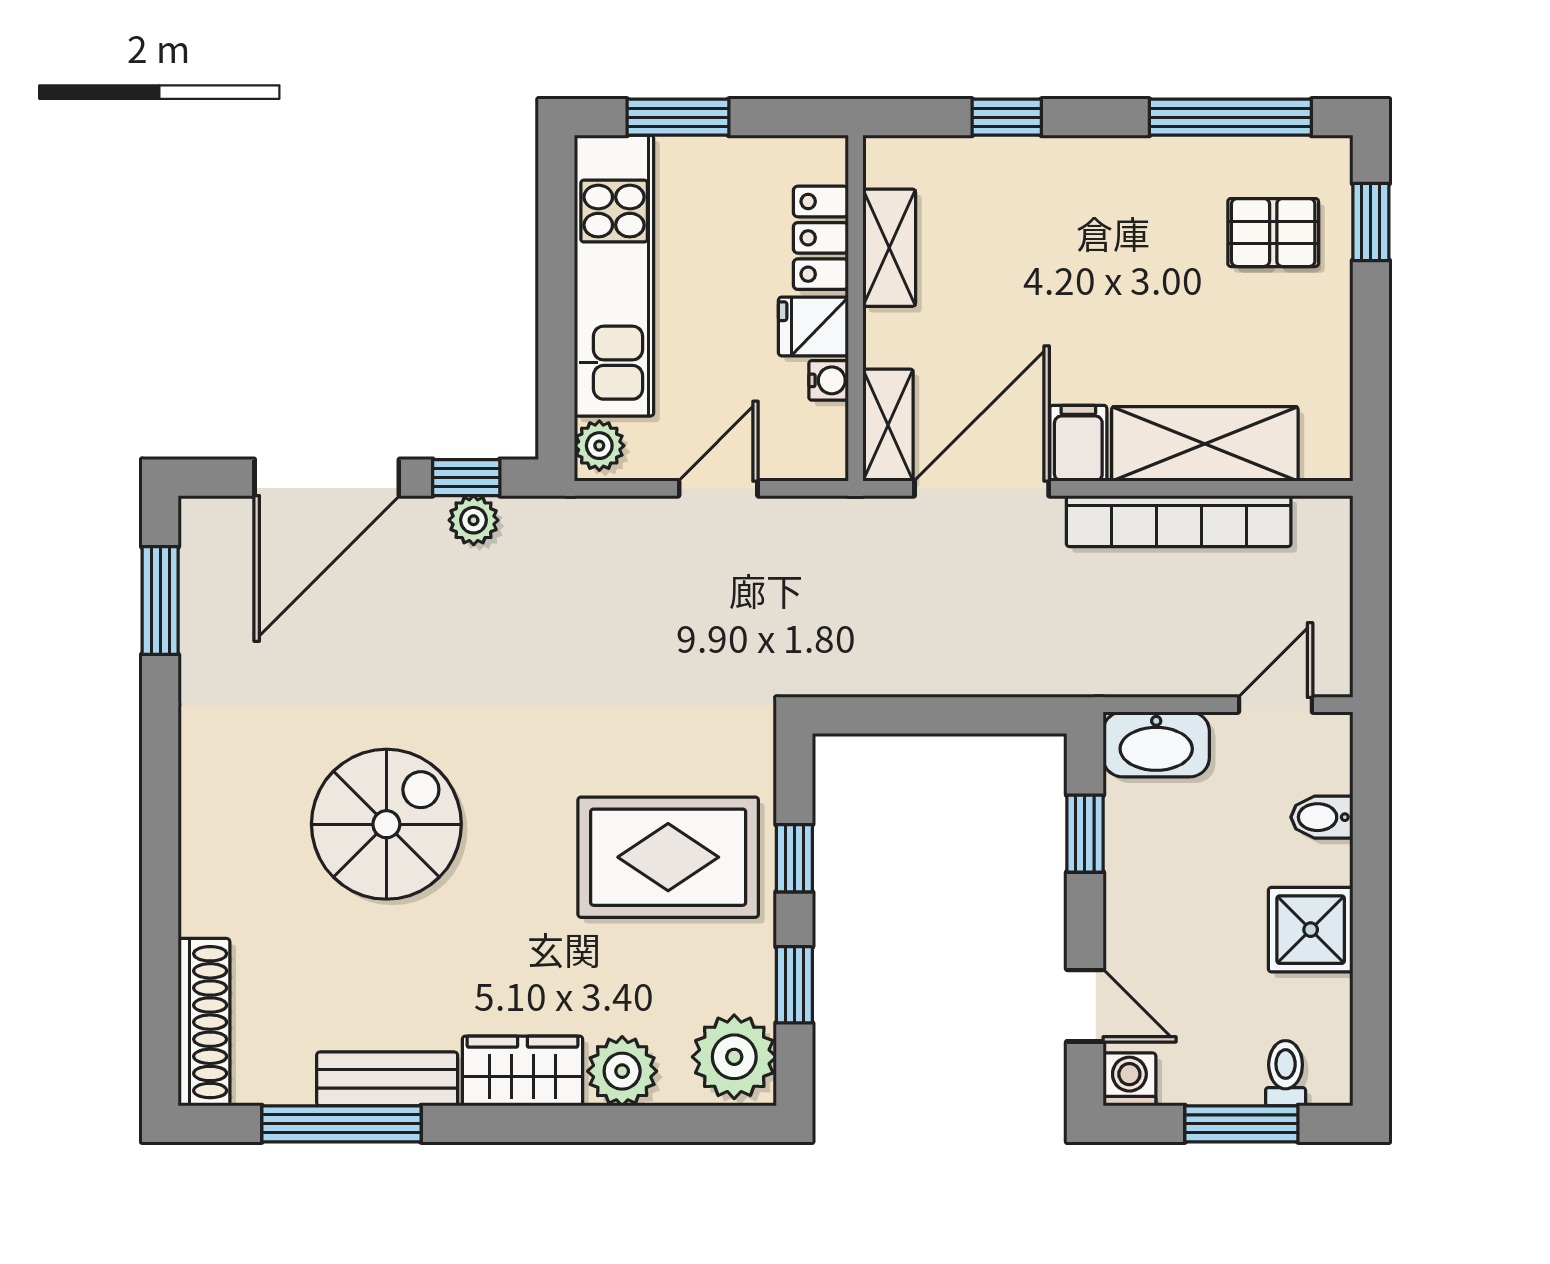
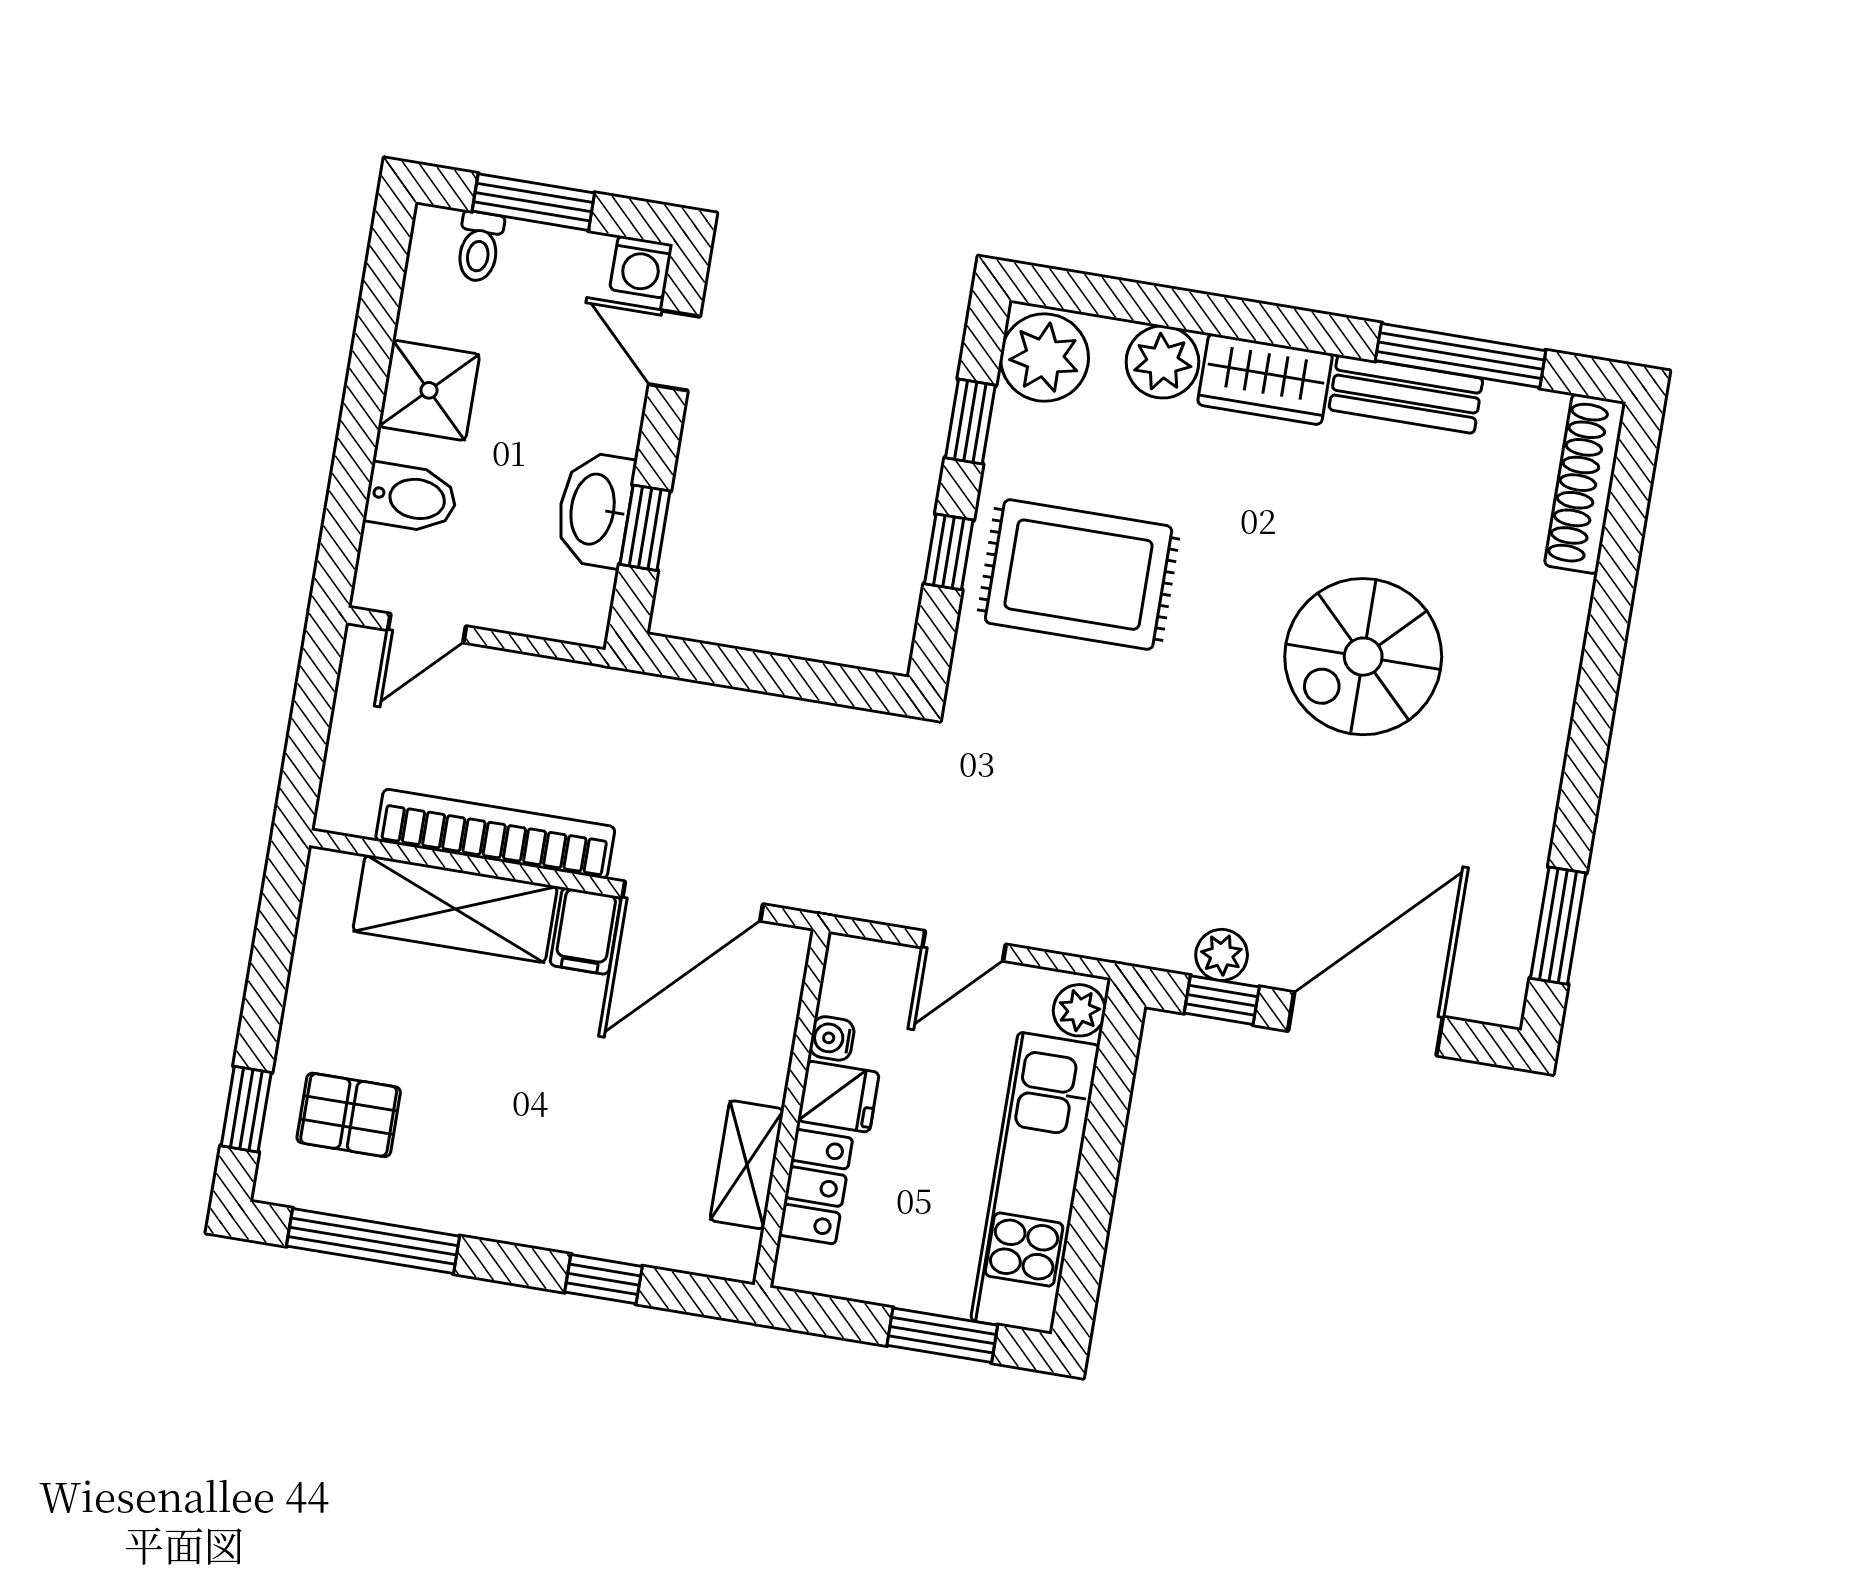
shelving: (888, 425) -> (778, 982), removed
washbasin: (1156, 744) -> (595, 509), moved, turned -90
bidet: (1322, 817) -> (411, 498), width x1.38, depth x1.36

